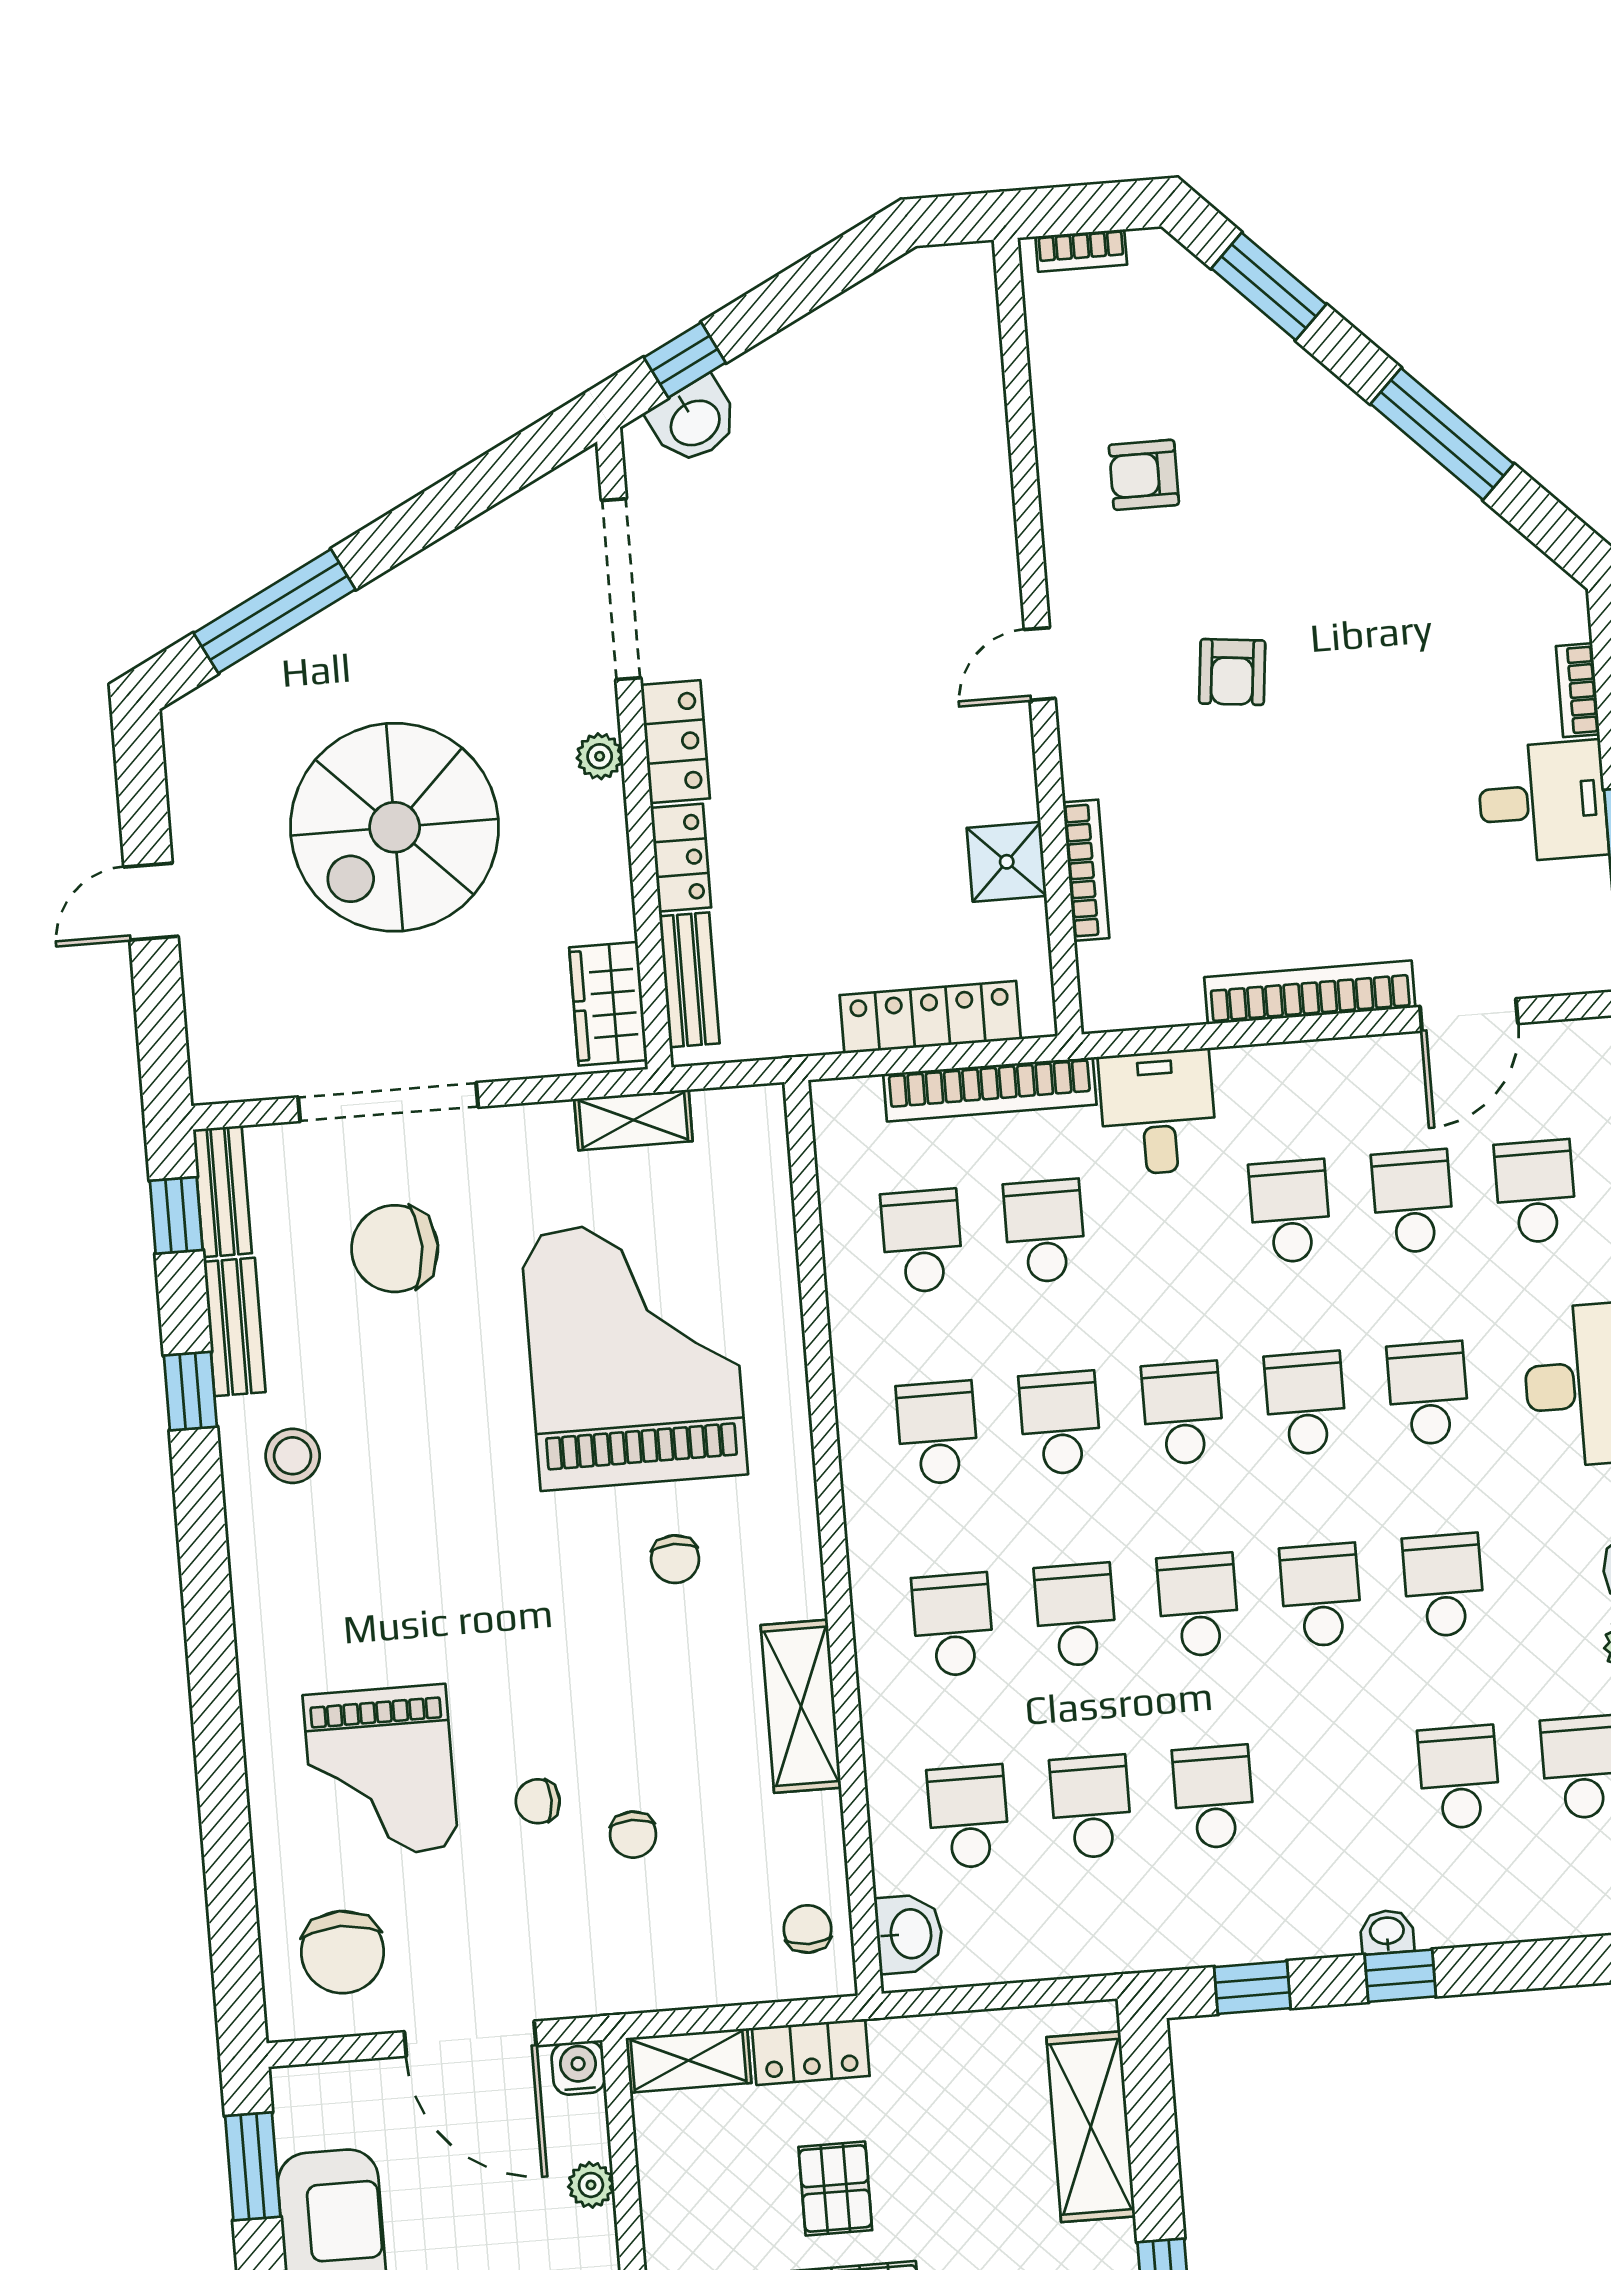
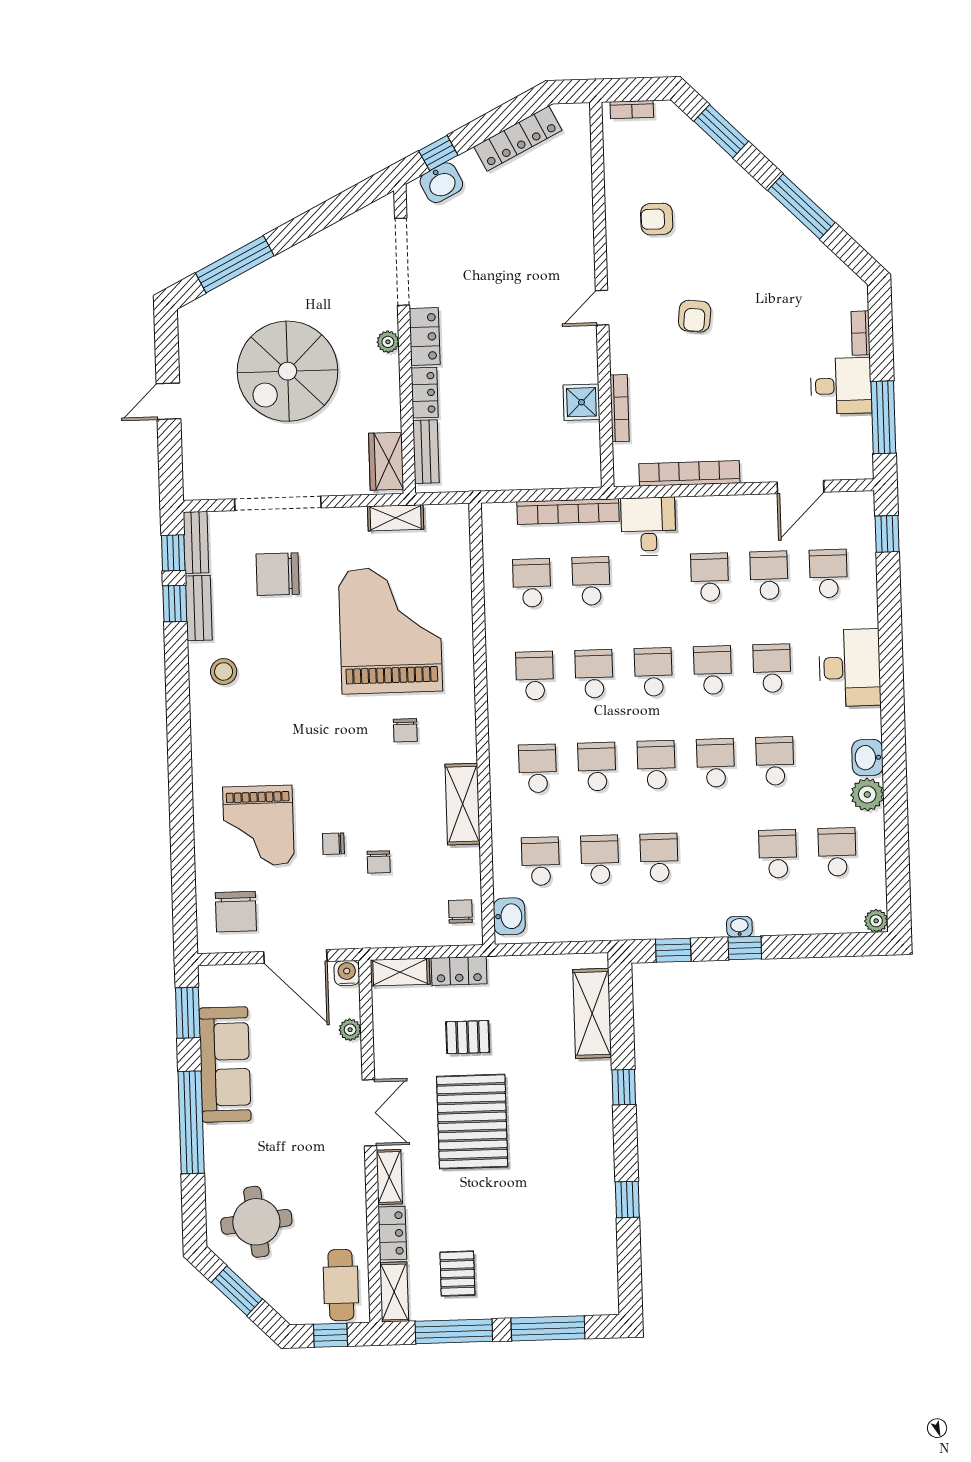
bookcase: (1310, 992) -> (689, 473), moved
locker: (930, 1017) -> (518, 138), moved, turned 153
window: (190, 1391) -> (175, 604), moved
pallet: (835, 2188) -> (468, 1037), turned 90

